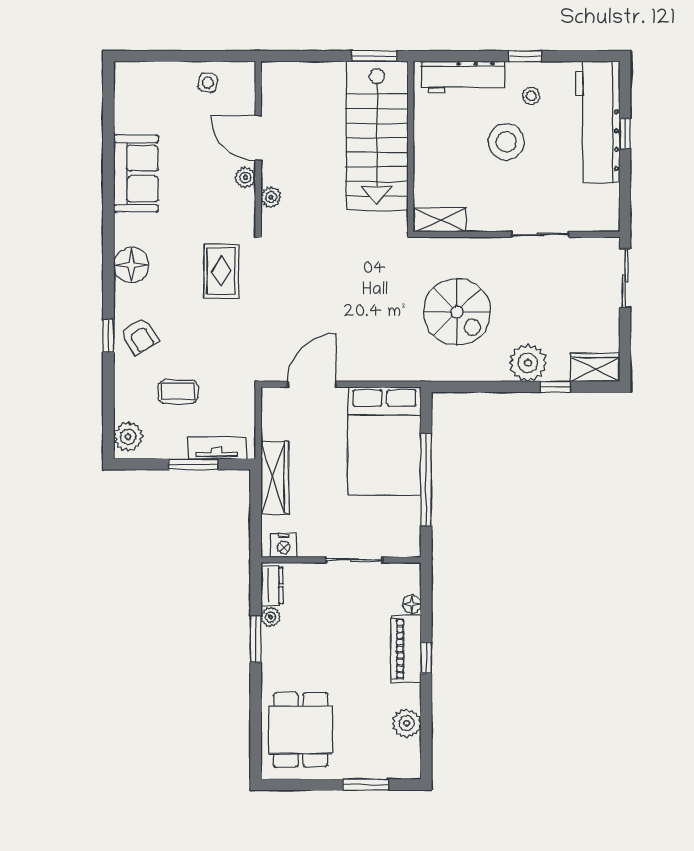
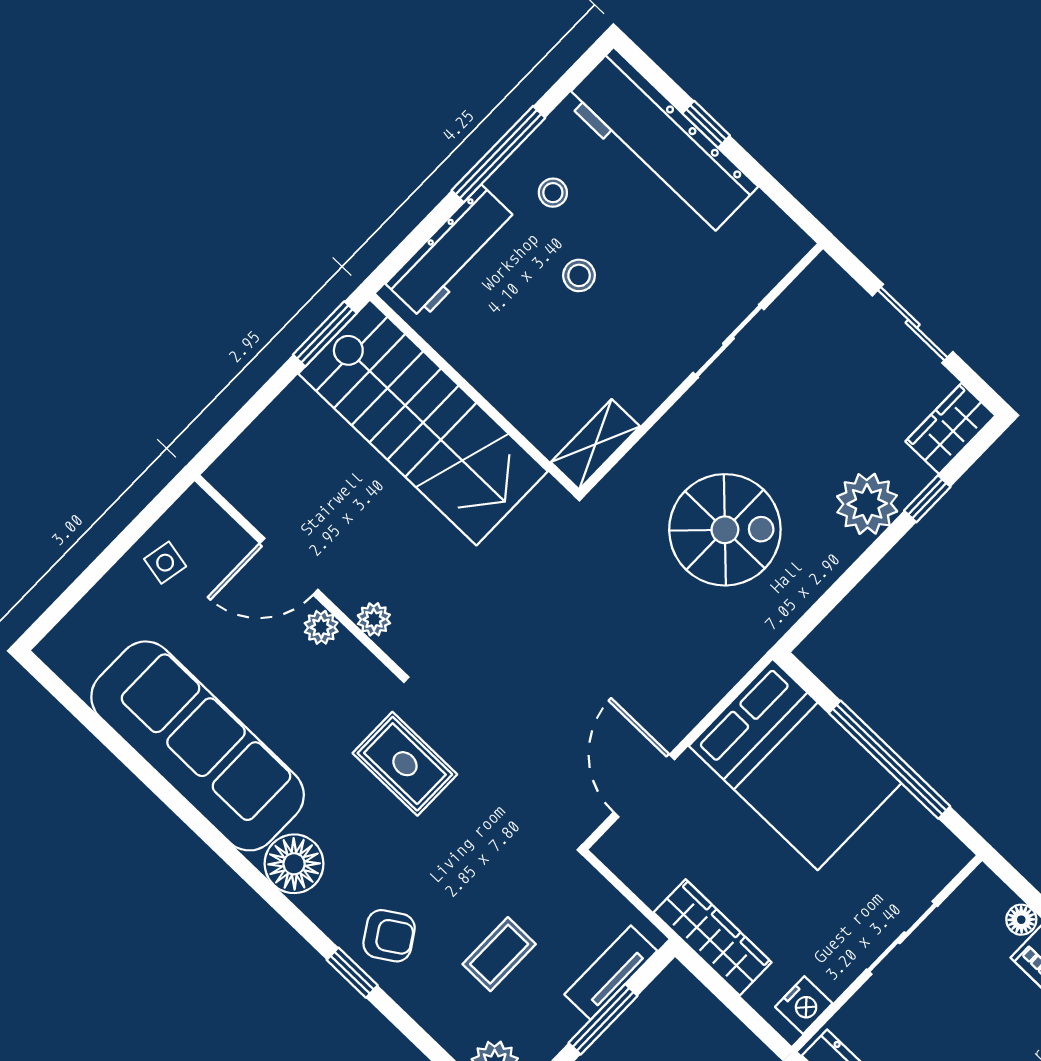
window: (525, 56) -> (498, 154), width x2.17
stool: (506, 142) -> (579, 275), width x0.53, depth x0.53
sofa: (136, 174) -> (198, 746), width x1.85, depth x1.27
sliding door: (625, 278) -> (913, 324), moved

